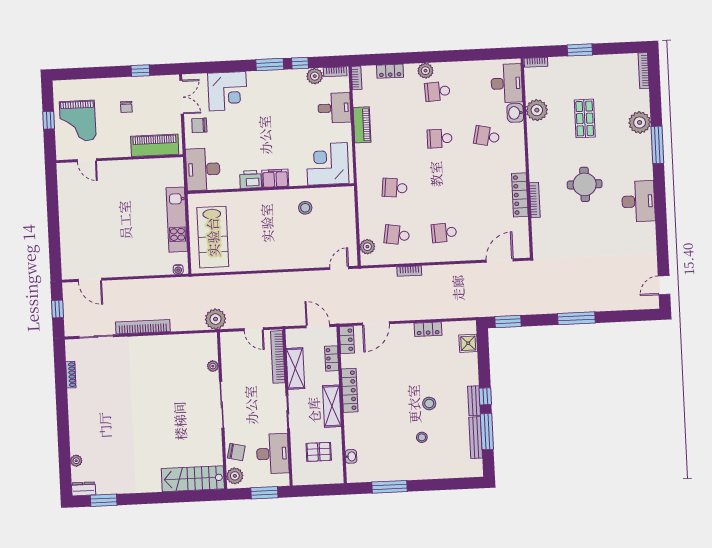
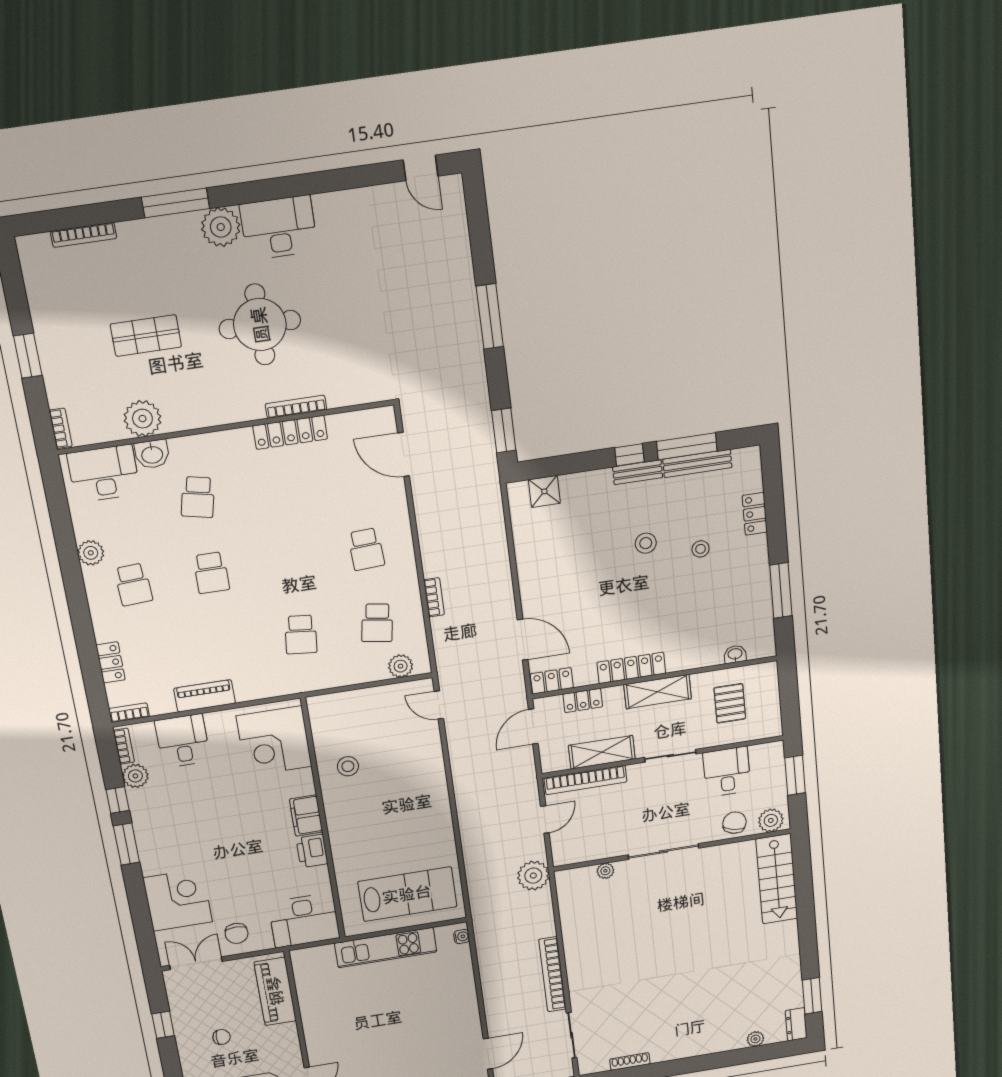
plant: (425, 71) -> (91, 553), moved
bookcase: (644, 71) -> (84, 235), moved
plant: (640, 122) -> (221, 227), moved
round table: (585, 184) -> (260, 325), width x1.36, depth x1.36
locker: (428, 329) -> (755, 514), moved, turned 180
desk: (273, 454) -> (727, 772), width x0.73

